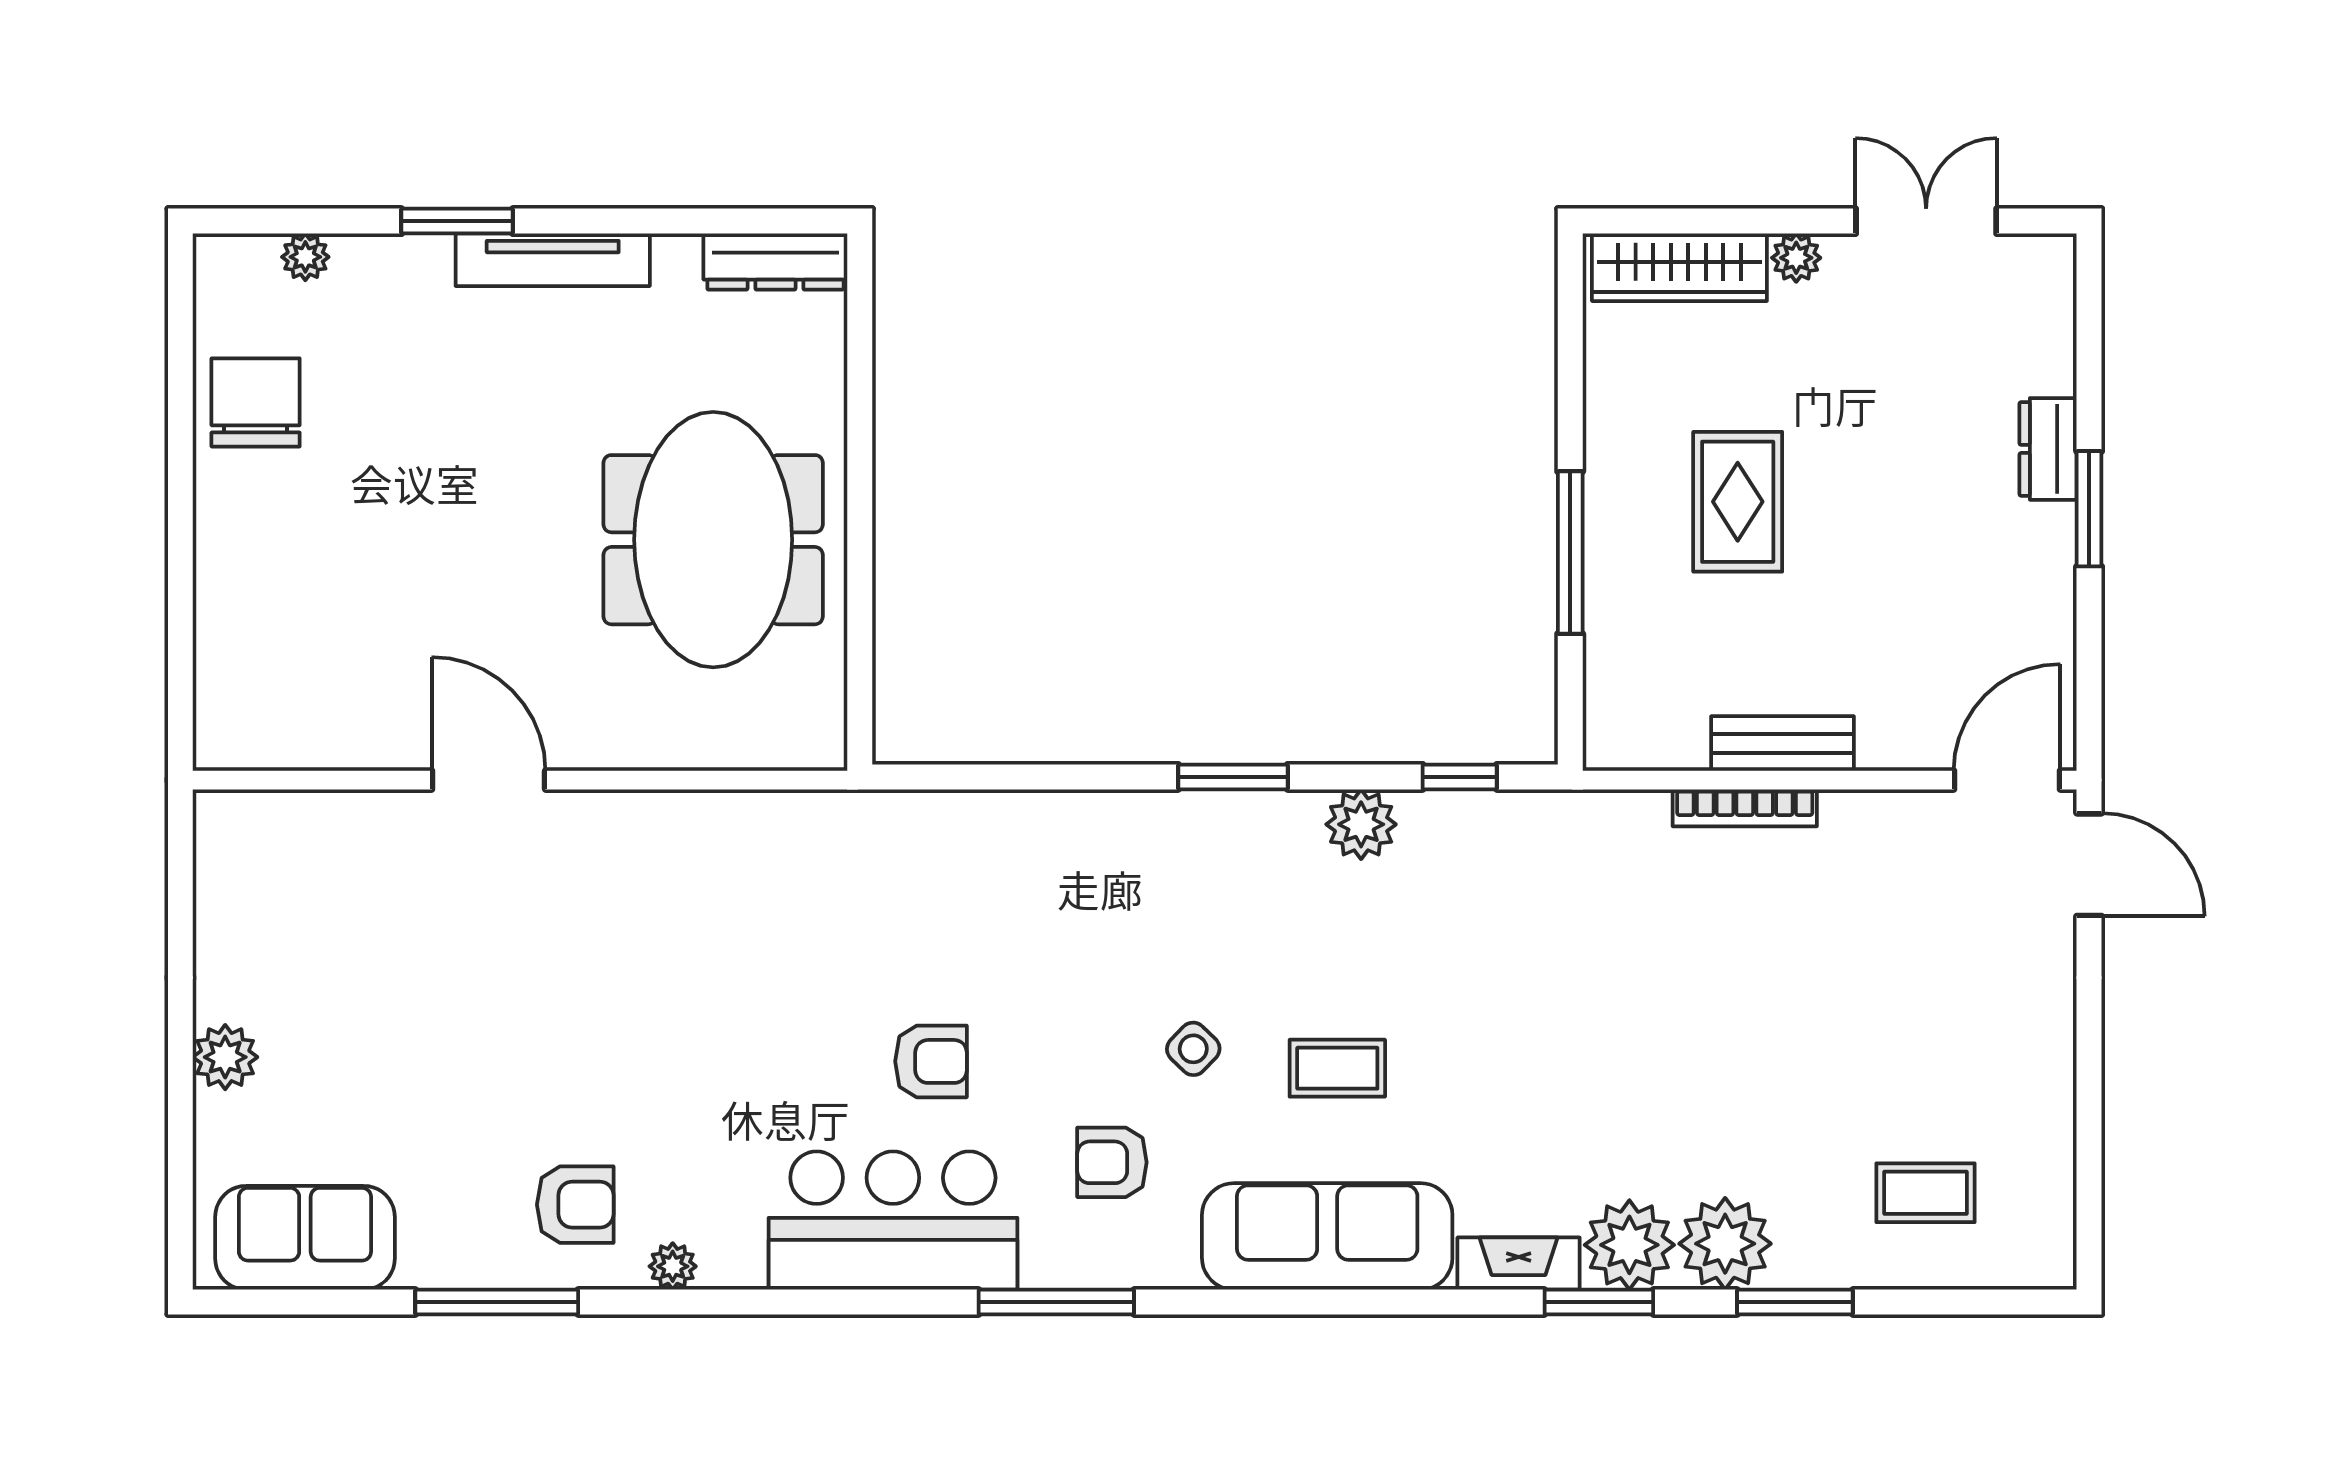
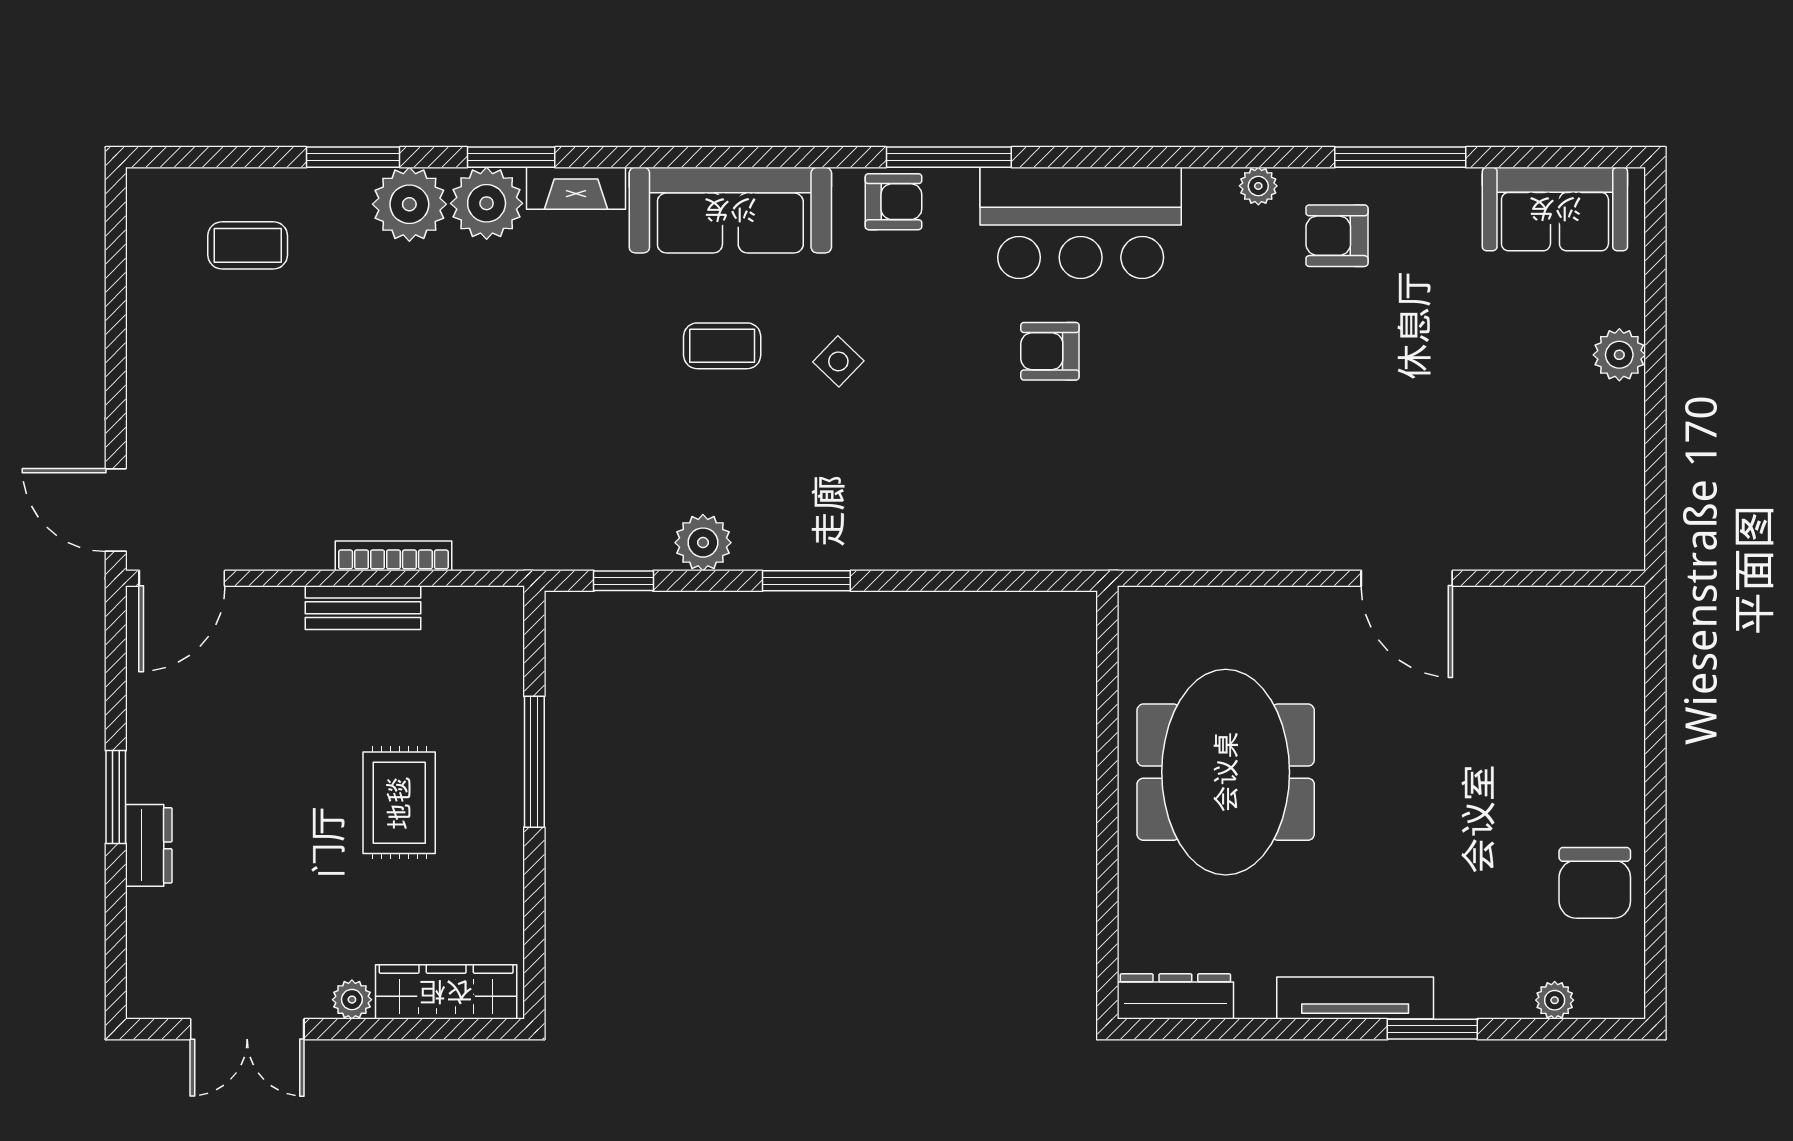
armchair: (1112, 1162) -> (893, 202), moved

